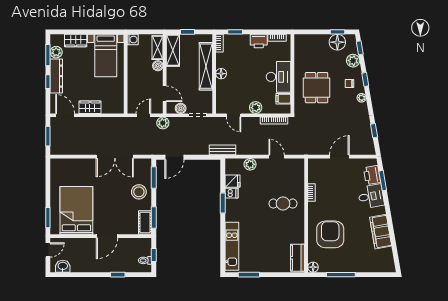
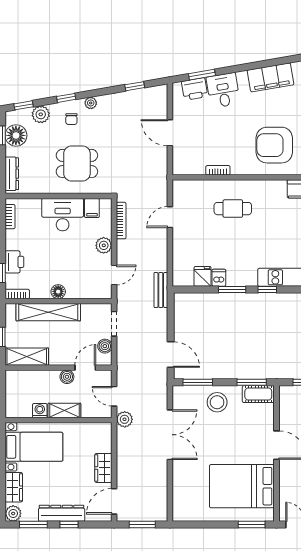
dresser: (309, 39) -> (12, 174), added
washing machine: (133, 40) -> (40, 411), moved
printer: (259, 41) -> (14, 262), moved
shelving: (157, 48) -> (64, 411), moved
plant: (56, 52) -> (13, 513), moved
boiler: (158, 66) -> (67, 377), moved
plant: (163, 123) -> (125, 419), moved
plant: (250, 164) -> (180, 253), removed
cafe table: (283, 204) -> (233, 209), turned 90
window: (223, 229) -> (267, 290), added

